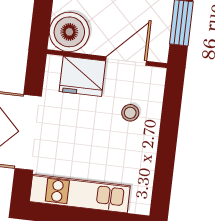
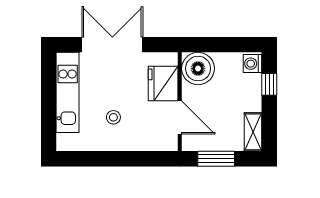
stool: (130, 113) -> (113, 117), moved

